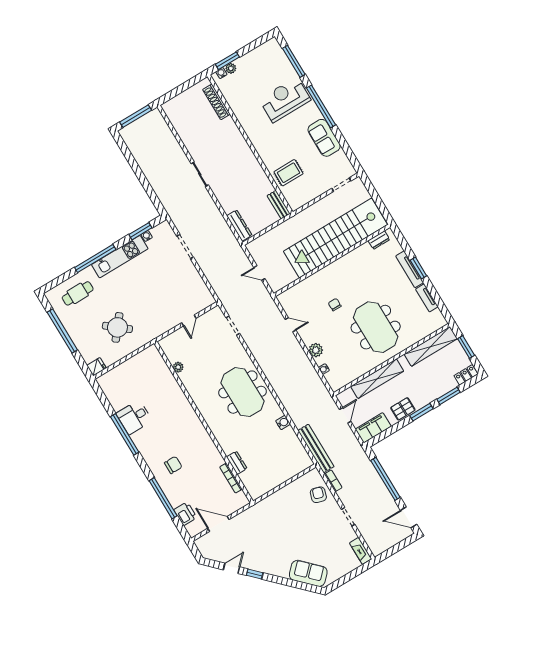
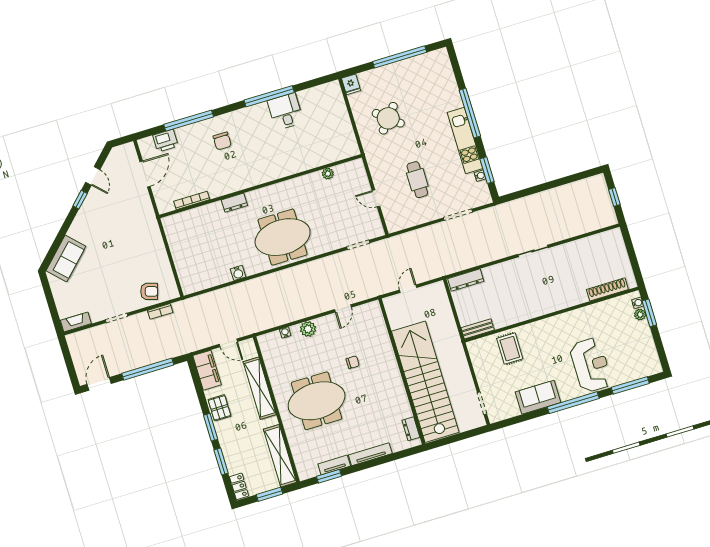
window: (136, 116) -> (614, 197), width x0.46
window: (418, 268) -> (329, 476), moved
cafe table: (78, 293) -> (417, 180), moved
bench: (316, 448) -> (200, 302), removed
dresser: (237, 463) -> (234, 203), moved

